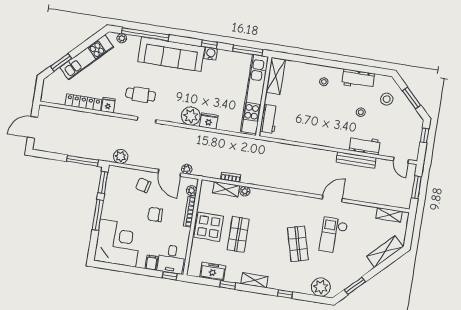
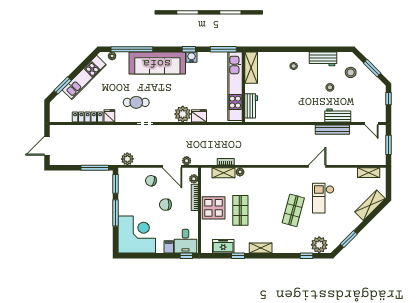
shop shelf: (298, 244) -> (293, 210), turned 30
window: (285, 294) -> (306, 256), moved

